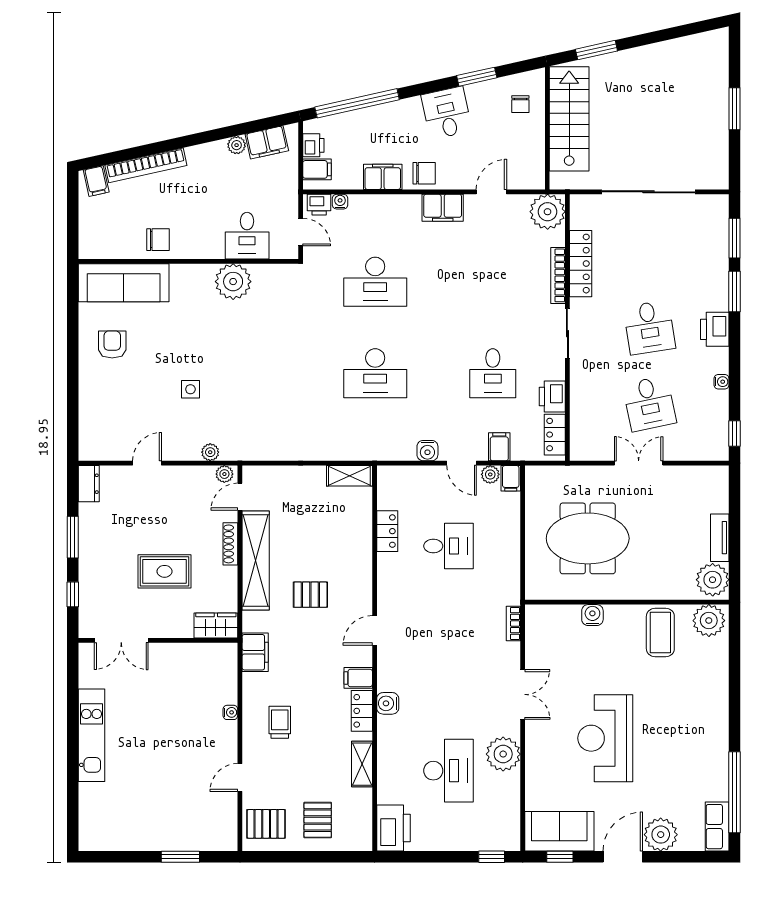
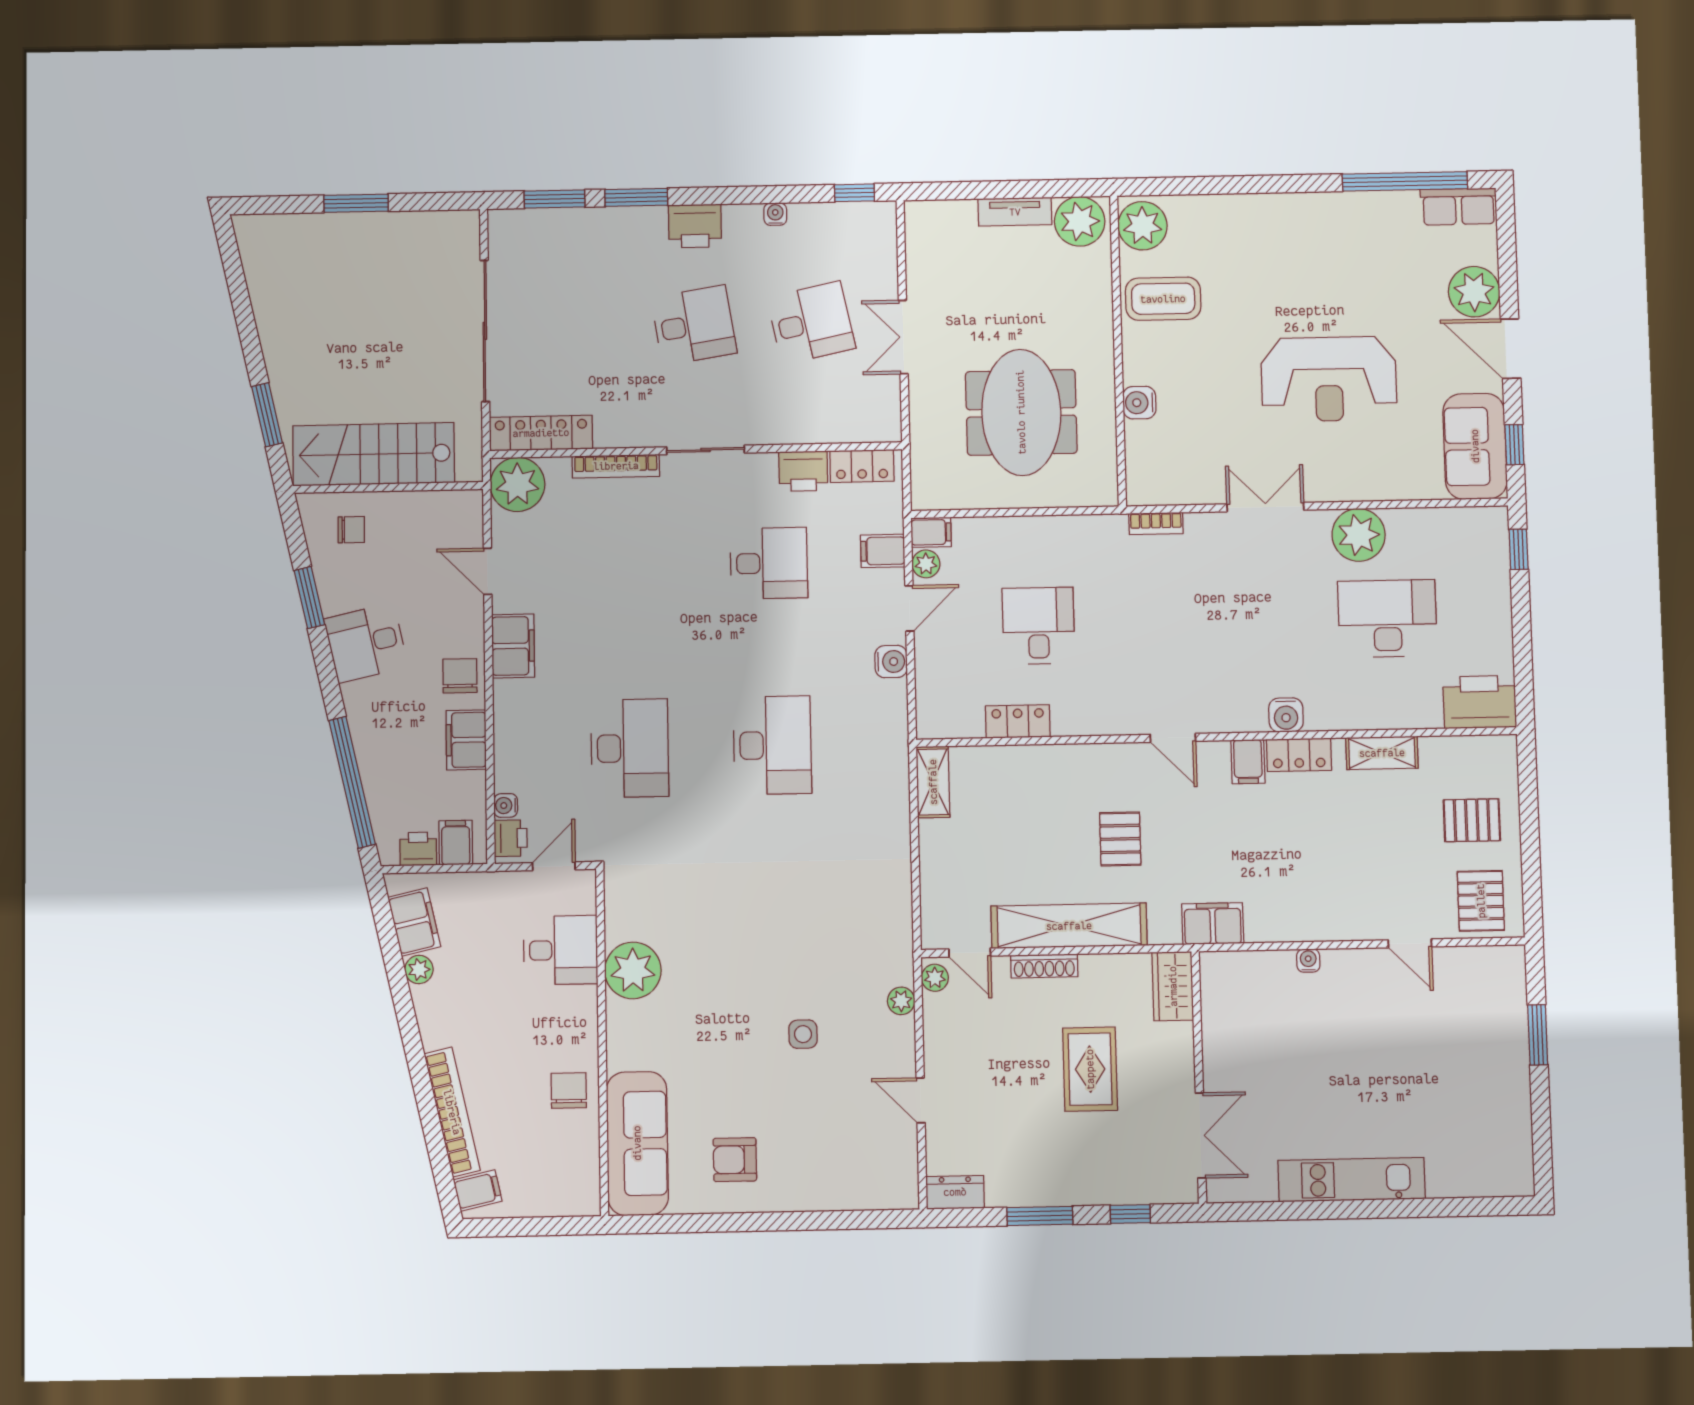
locker: (581, 264) -> (541, 433), moved
trolley: (280, 722) -> (1321, 883), removed

